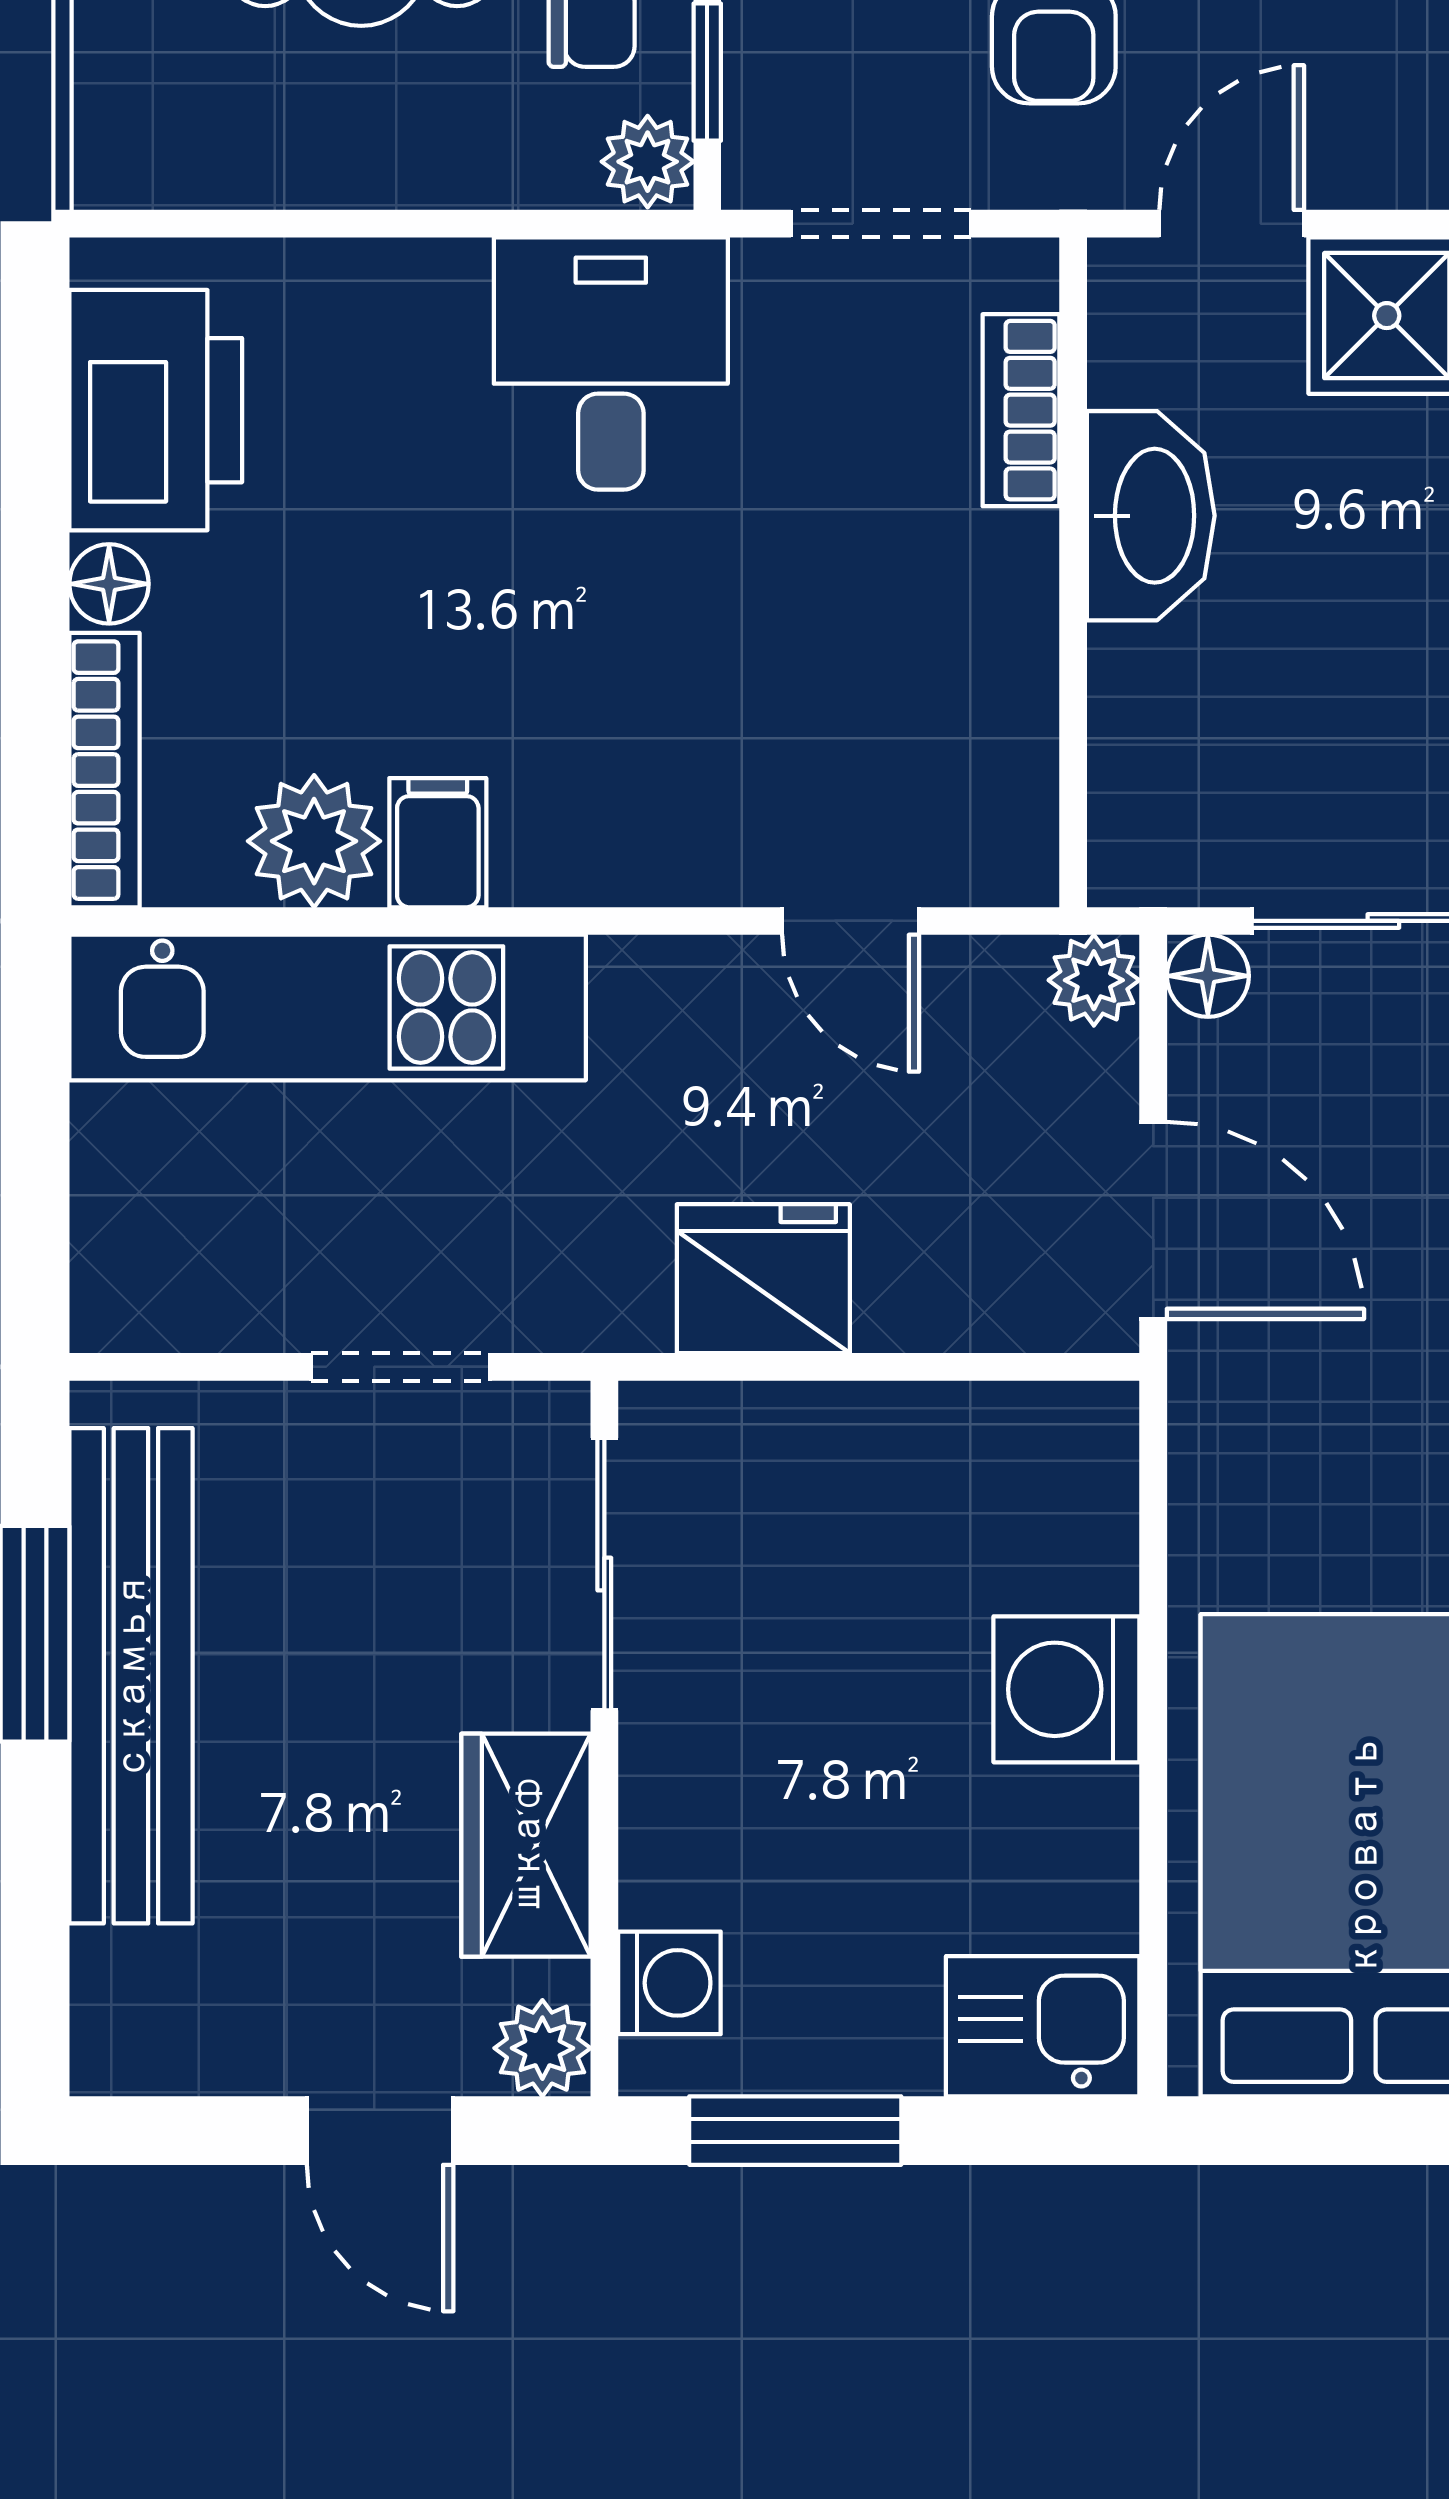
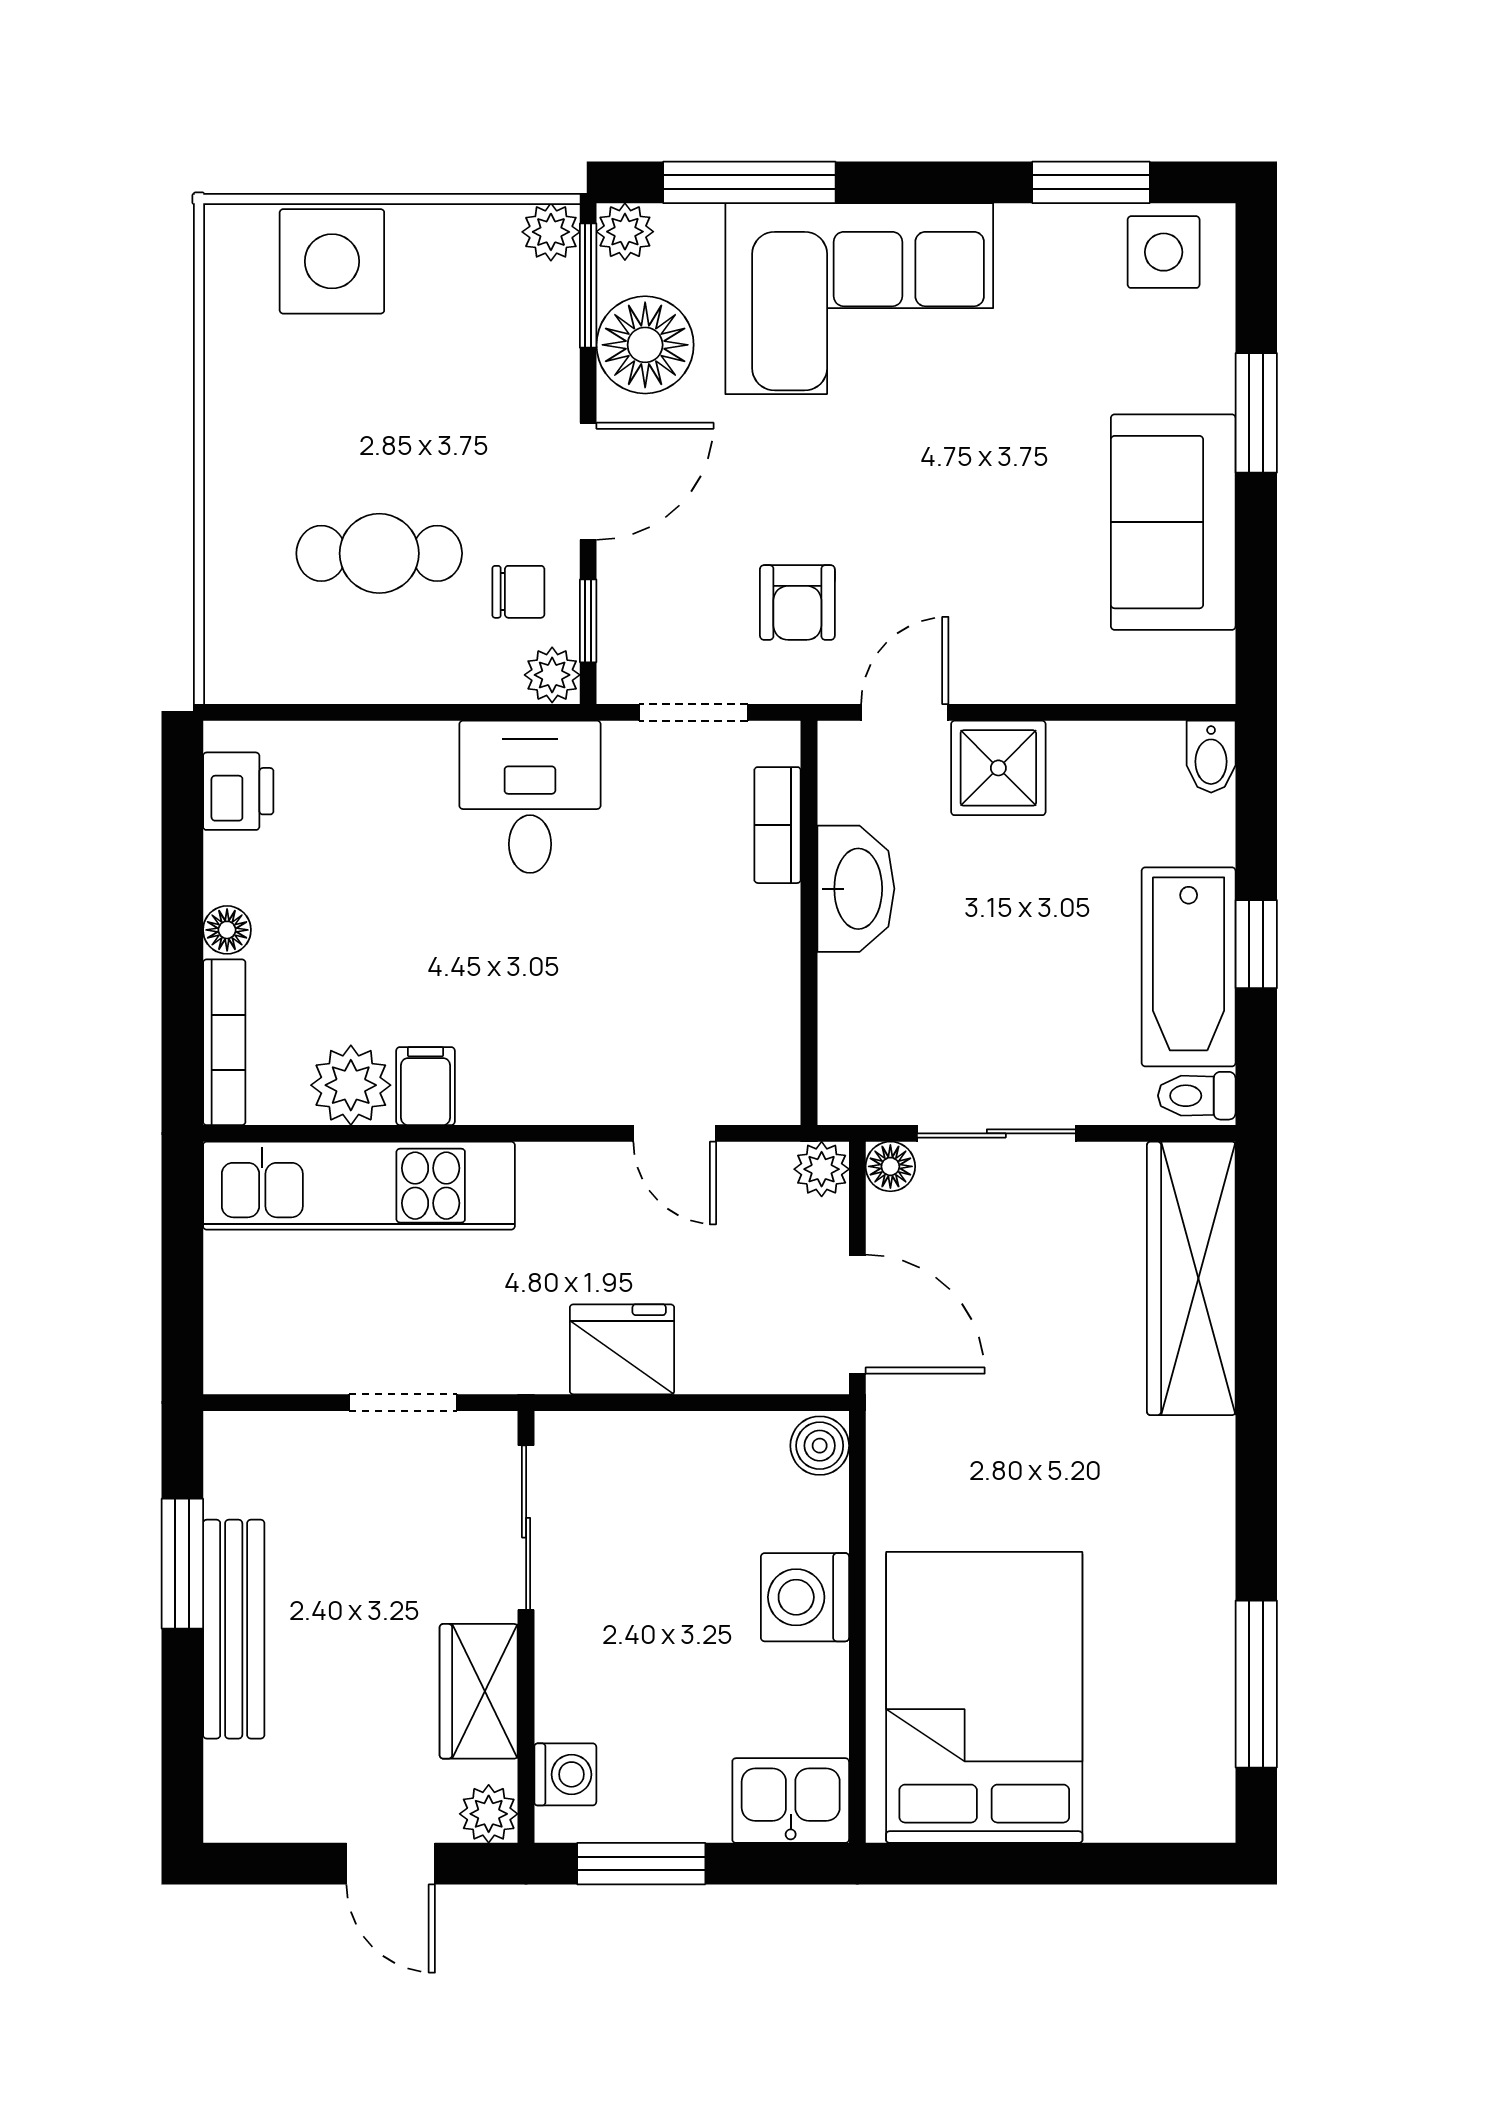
printer: (156, 410) -> (238, 791), width x0.53, depth x0.68
boiler: (1091, 1438) -> (820, 1446), added
bench: (131, 1676) -> (234, 1629), width x0.73, depth x0.82

